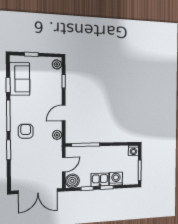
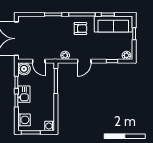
sofa: (20, 79) -> (113, 24), width x1.36
door: (64, 113) -> (84, 61), swing flipped
armchair: (26, 131) -> (80, 29), moved
washing machine: (116, 179) -> (24, 120), moved

